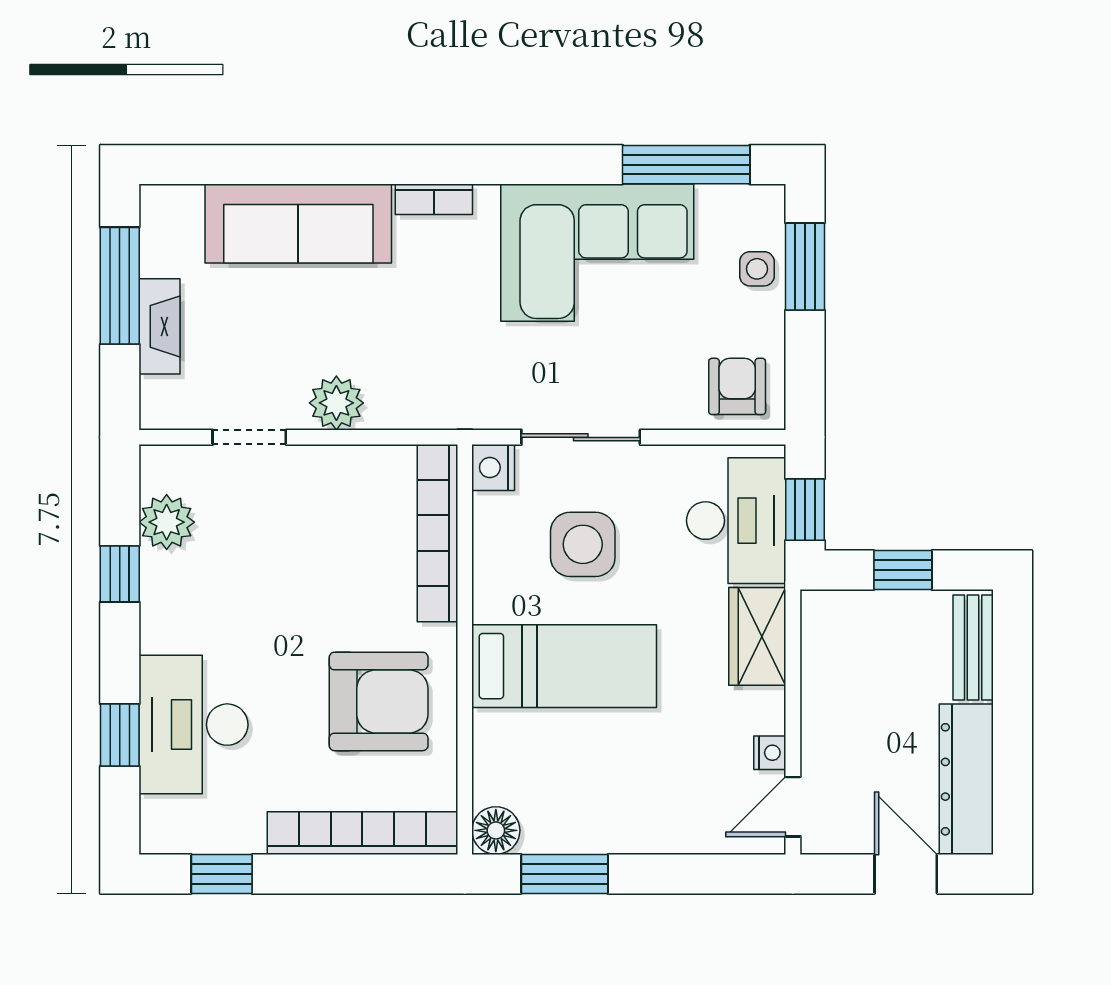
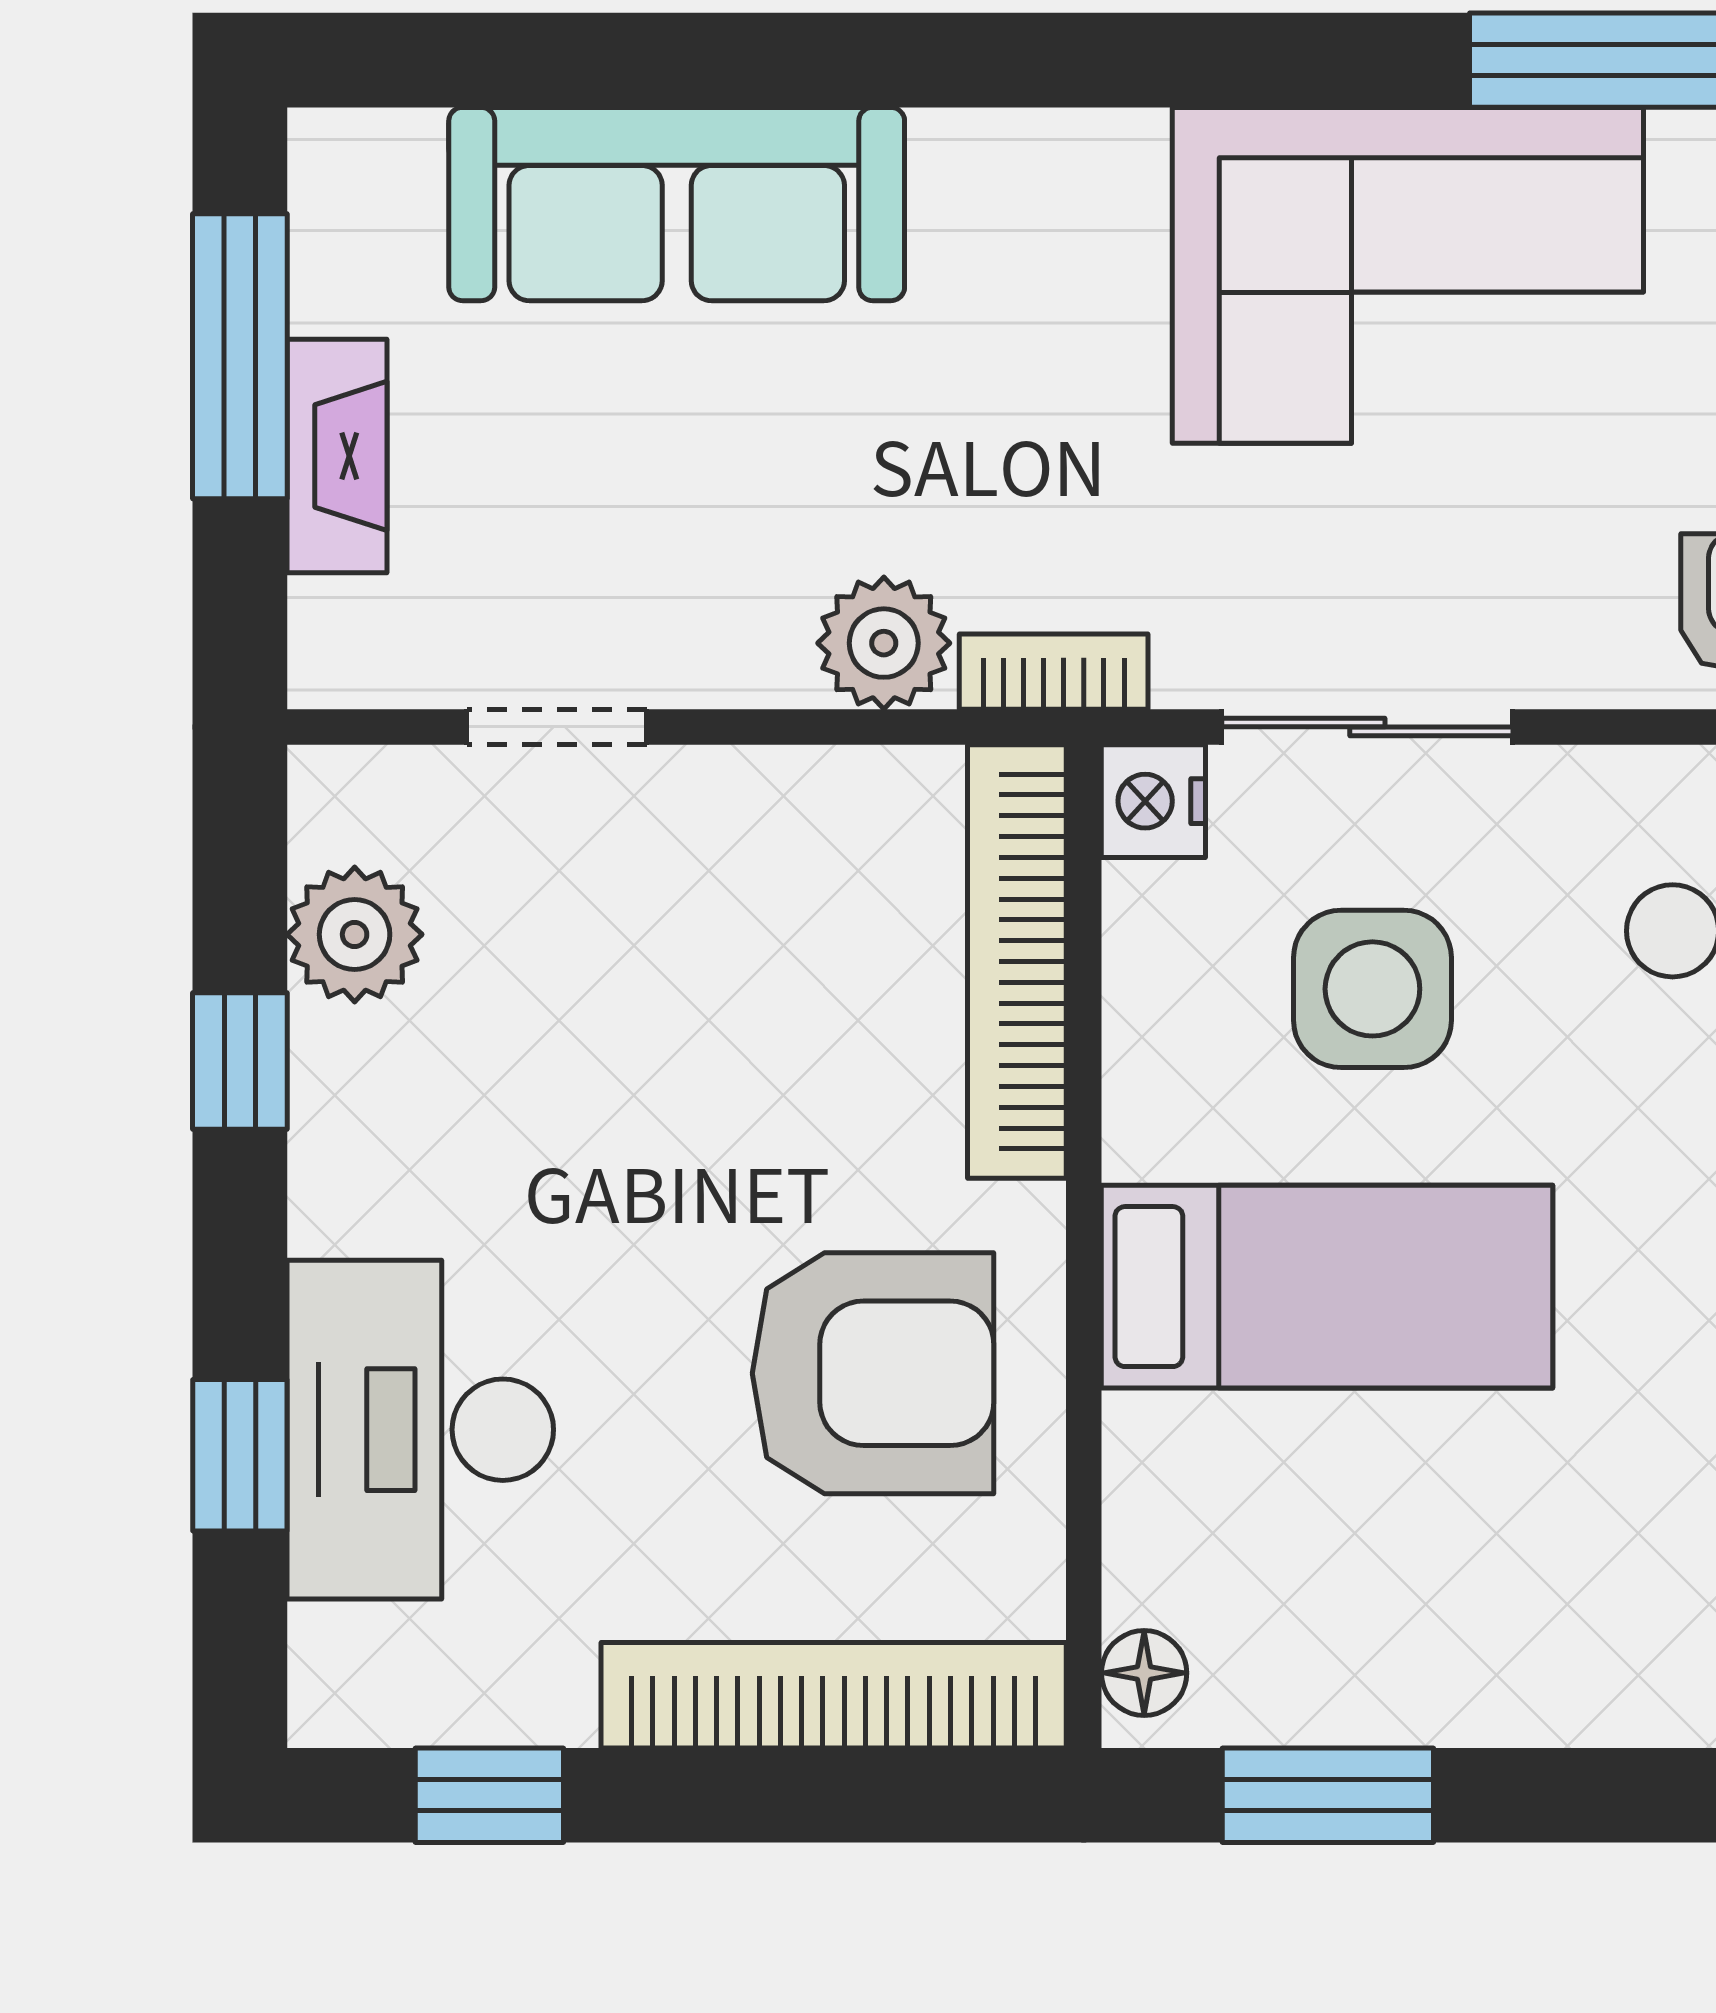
bookcase: (434, 199) -> (1054, 672), moved, turned 180
plant: (336, 403) -> (884, 643), moved
floor lamp: (496, 830) -> (1144, 1673), width x0.73, depth x0.73

